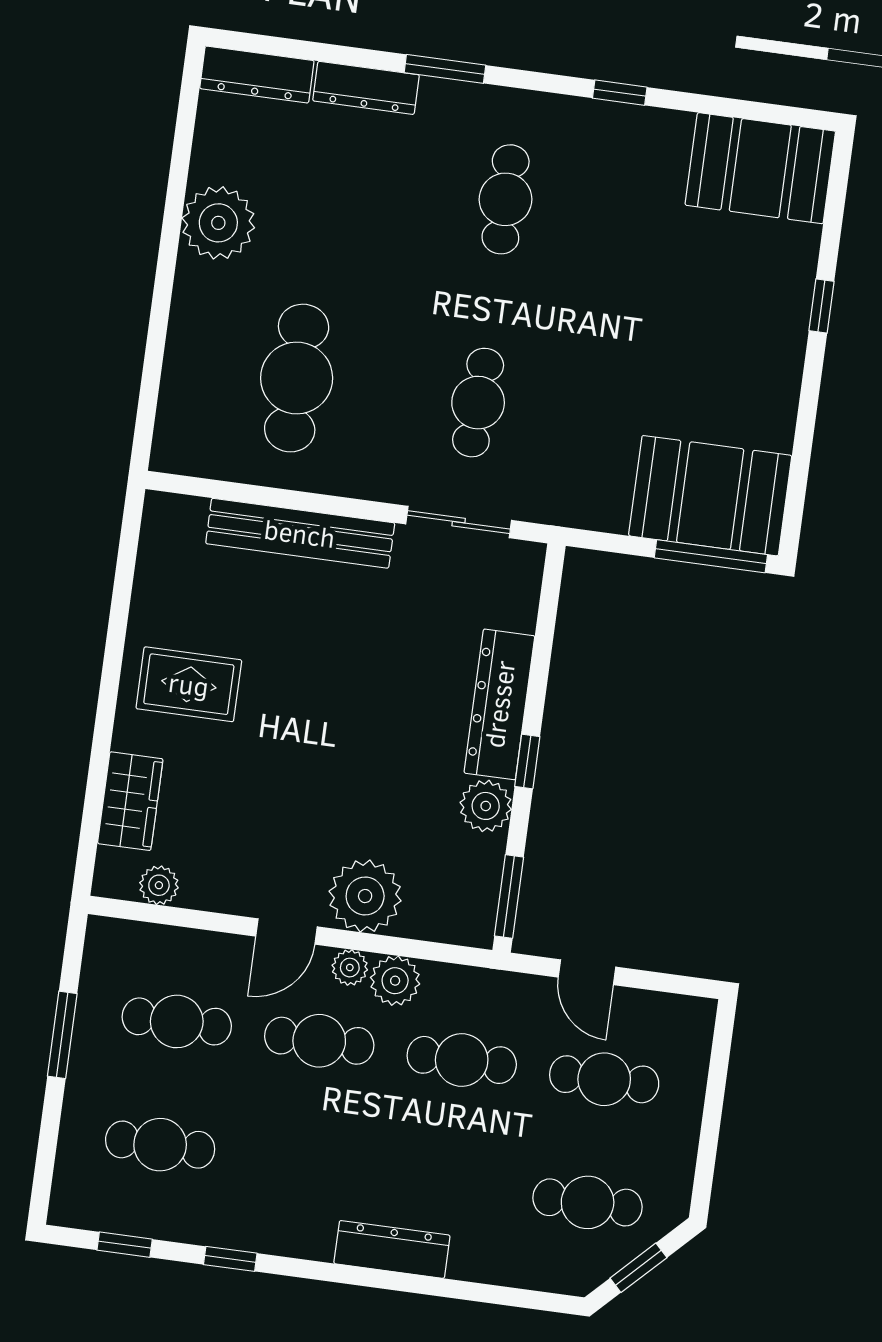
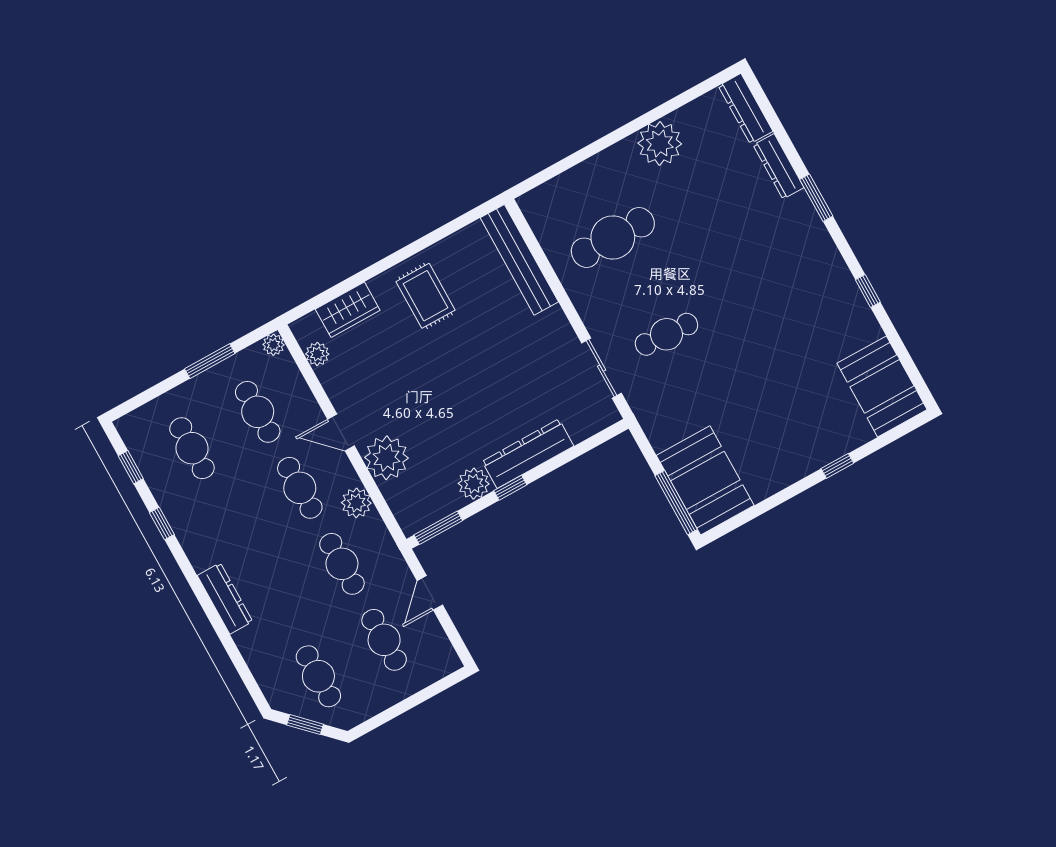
cafe table: (506, 199) -> (775, 274), removed
bench: (300, 533) -> (519, 260), moved
plant: (350, 968) -> (273, 345), moved

